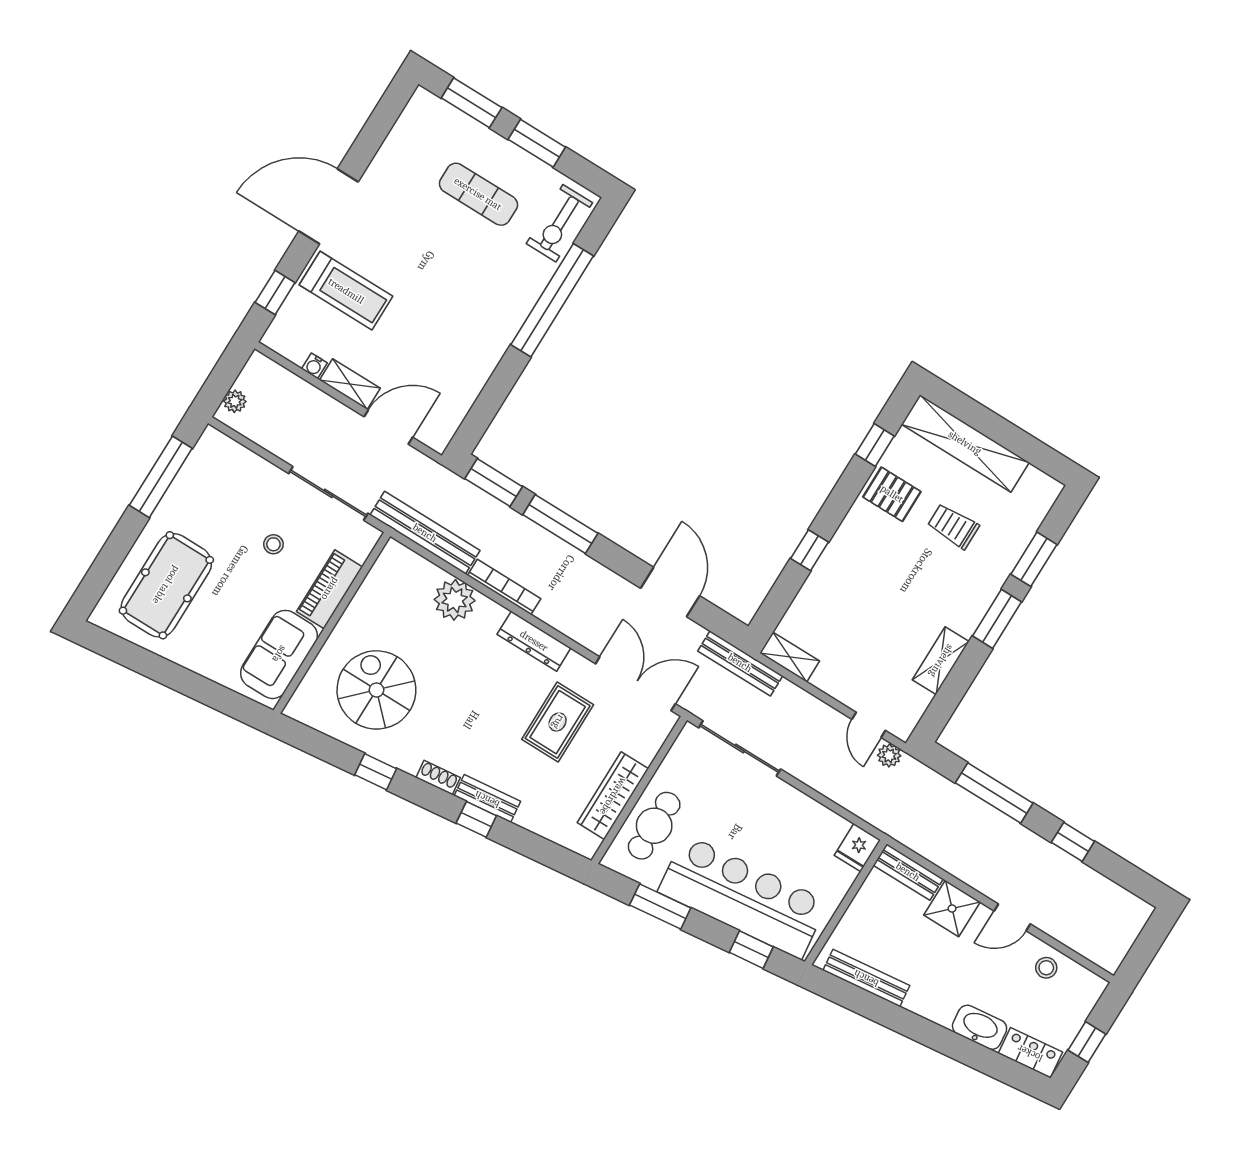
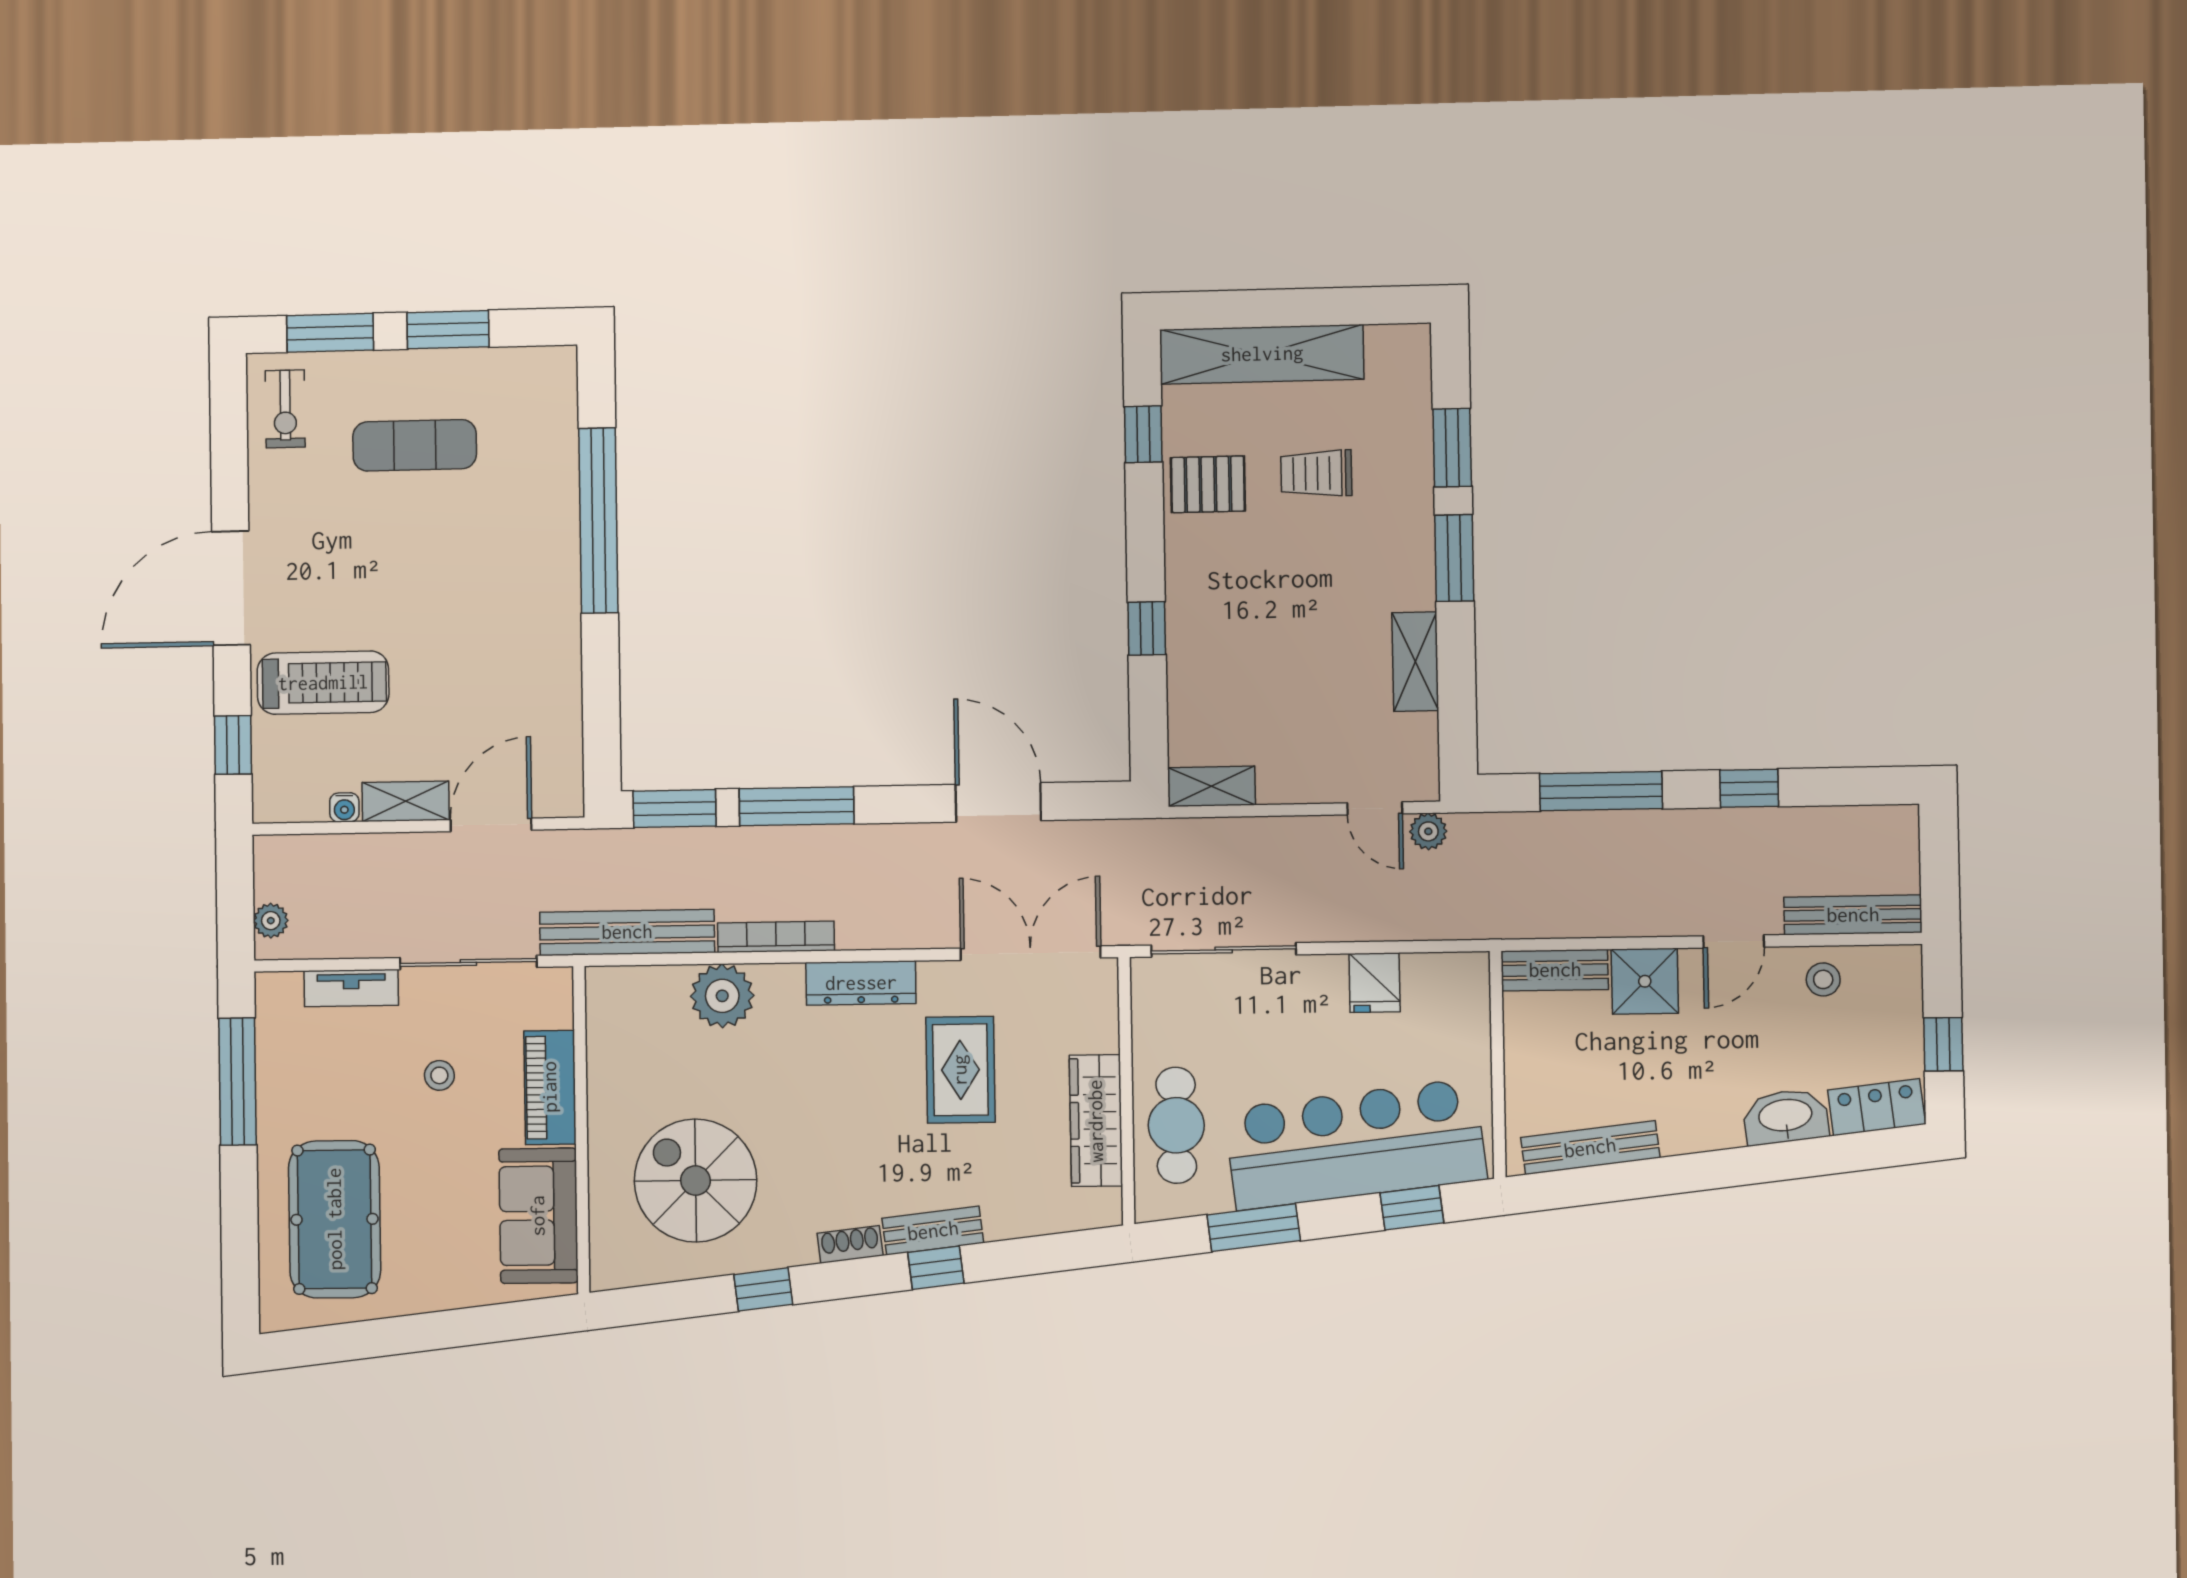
exercise bike: (559, 223) -> (285, 409), moved, width x0.73, depth x0.72
tv unit: (256, 466) -> (351, 988), added
bench: (740, 663) -> (1853, 915), moved
fridge: (857, 848) -> (1375, 983), moved

